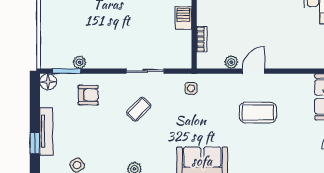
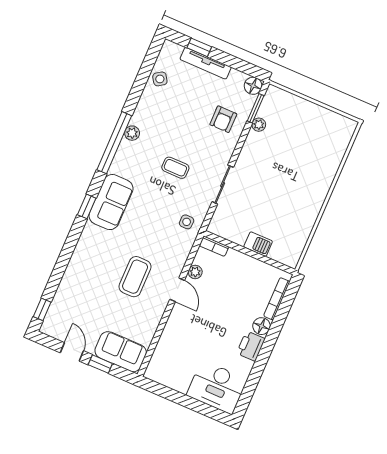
bookcase: (202, 39) -> (214, 246), moved
coffee table: (139, 109) -> (175, 168), moved, turned -45

